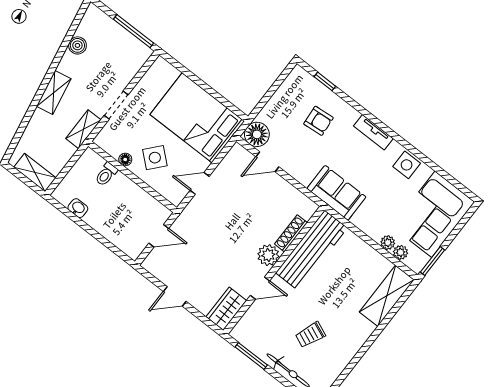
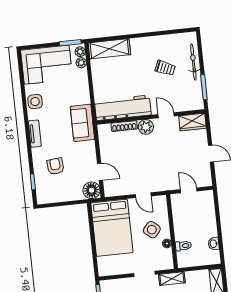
plant: (388, 243) -> (80, 52), moved

